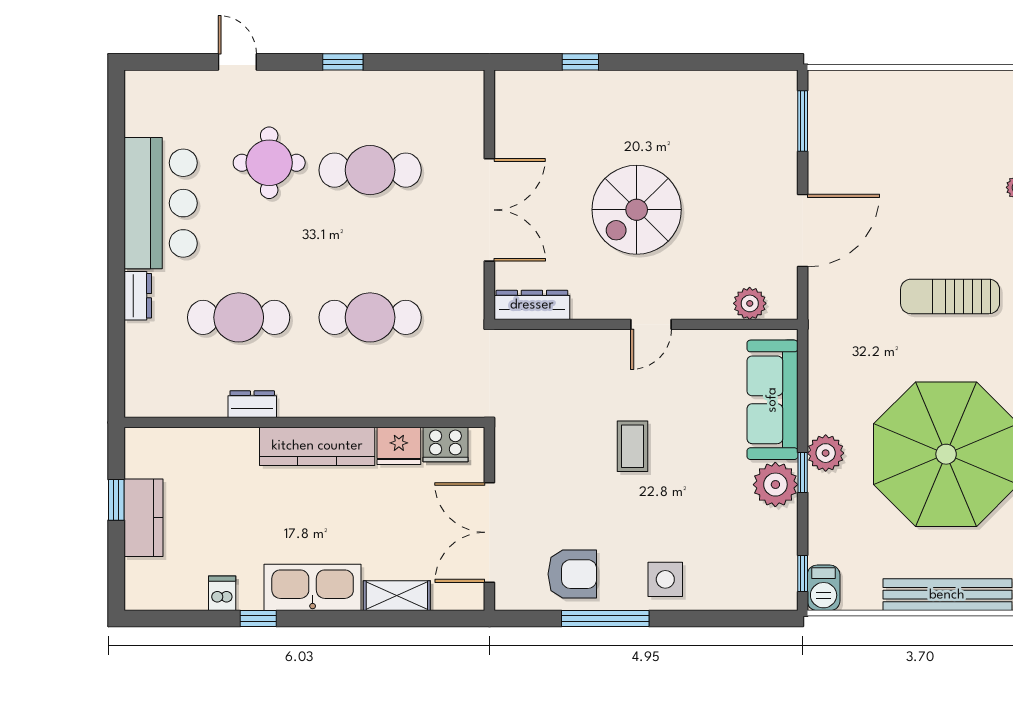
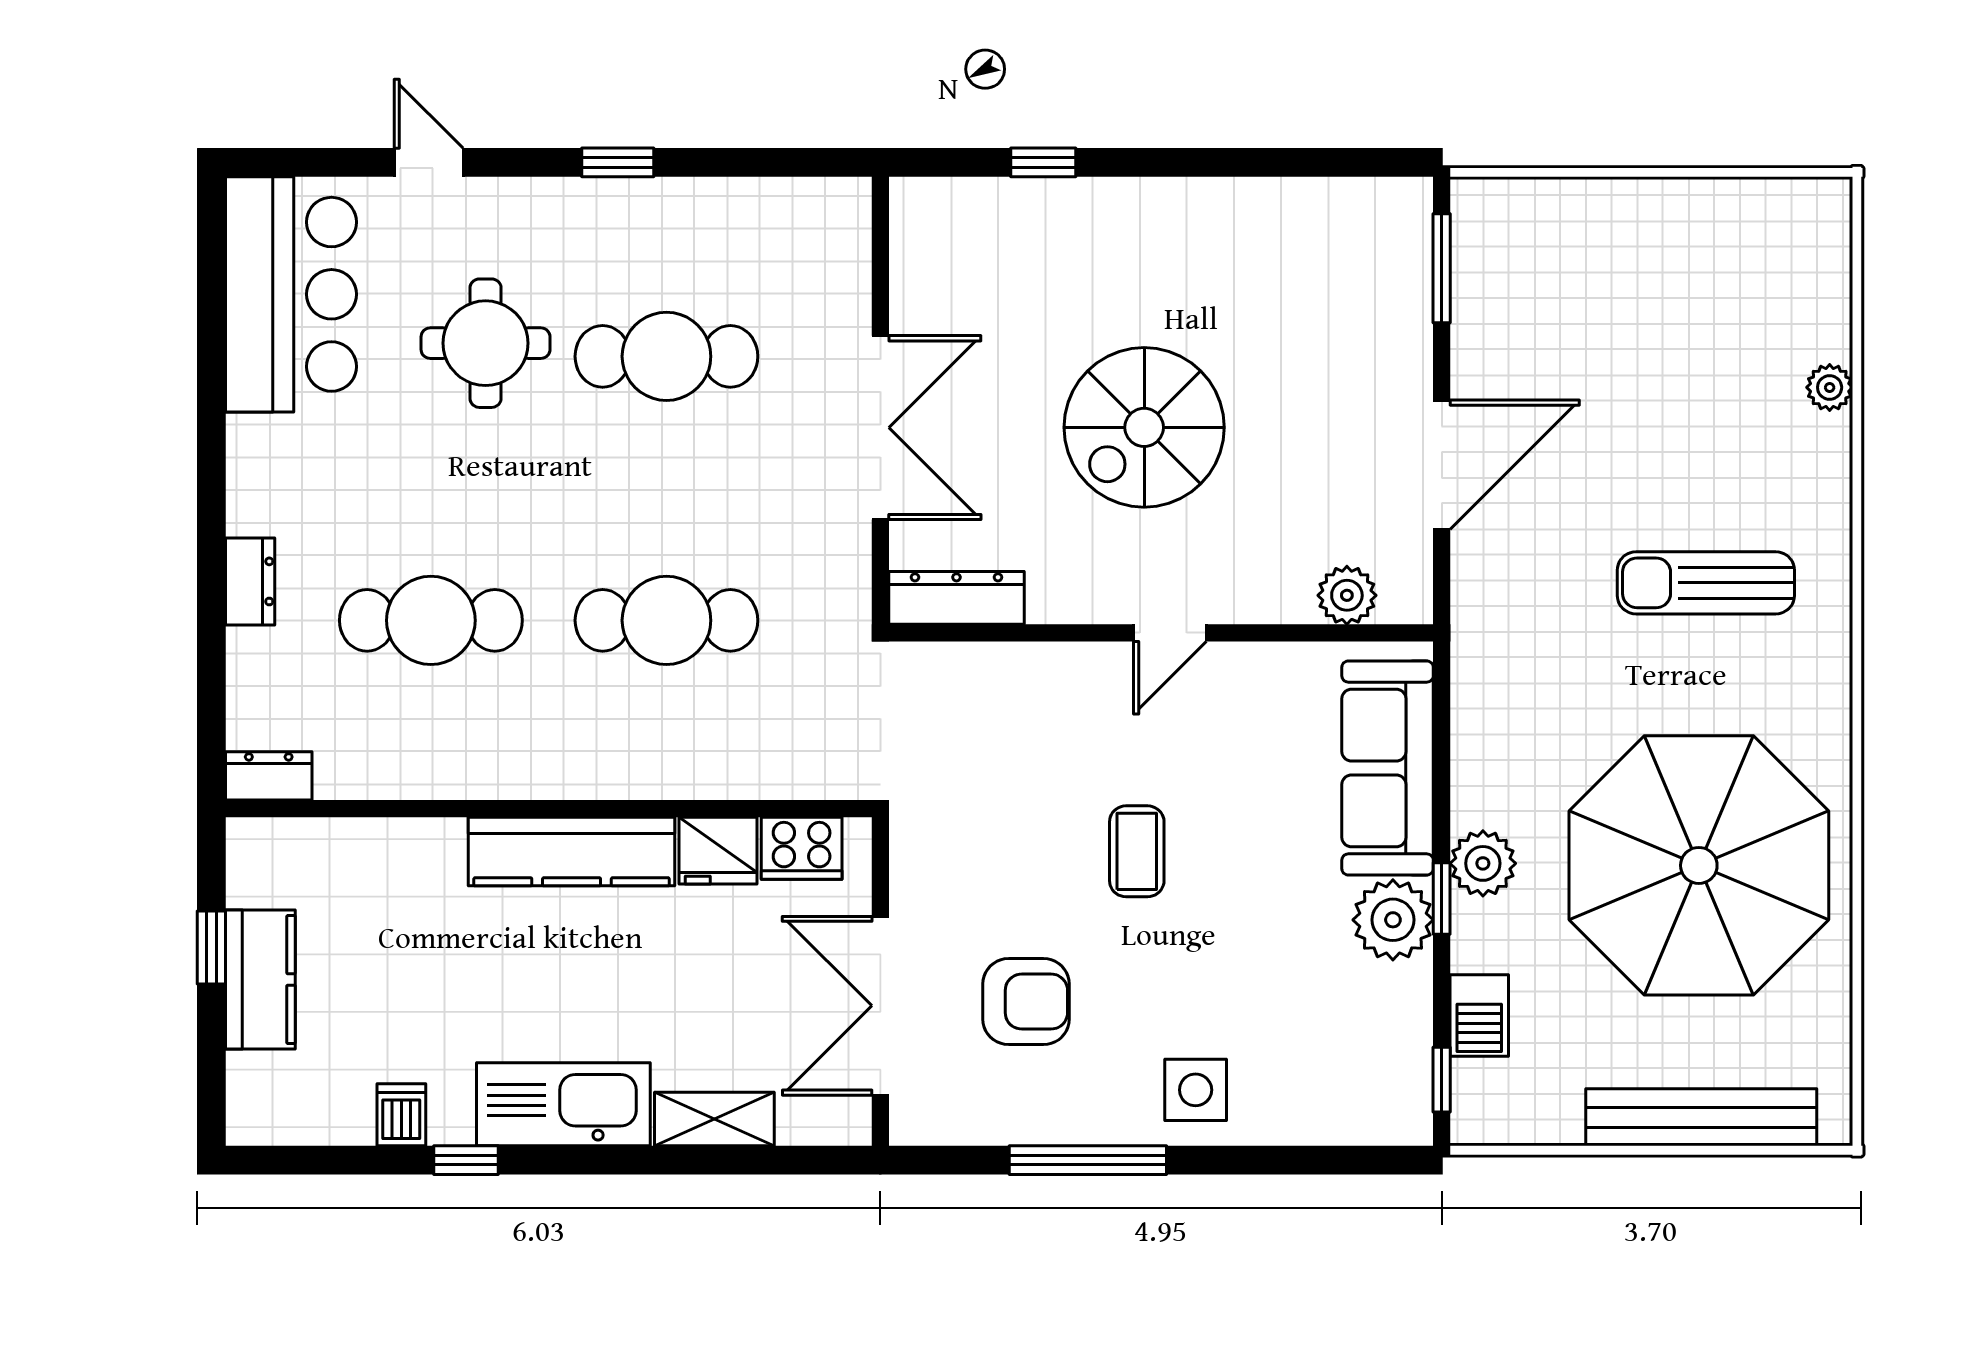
bar counter: (161, 203) -> (291, 294), moved
dresser: (252, 404) -> (269, 776), moved
armchair: (572, 574) -> (1026, 1002), moved
barbecue: (824, 588) -> (1479, 1016), moved

